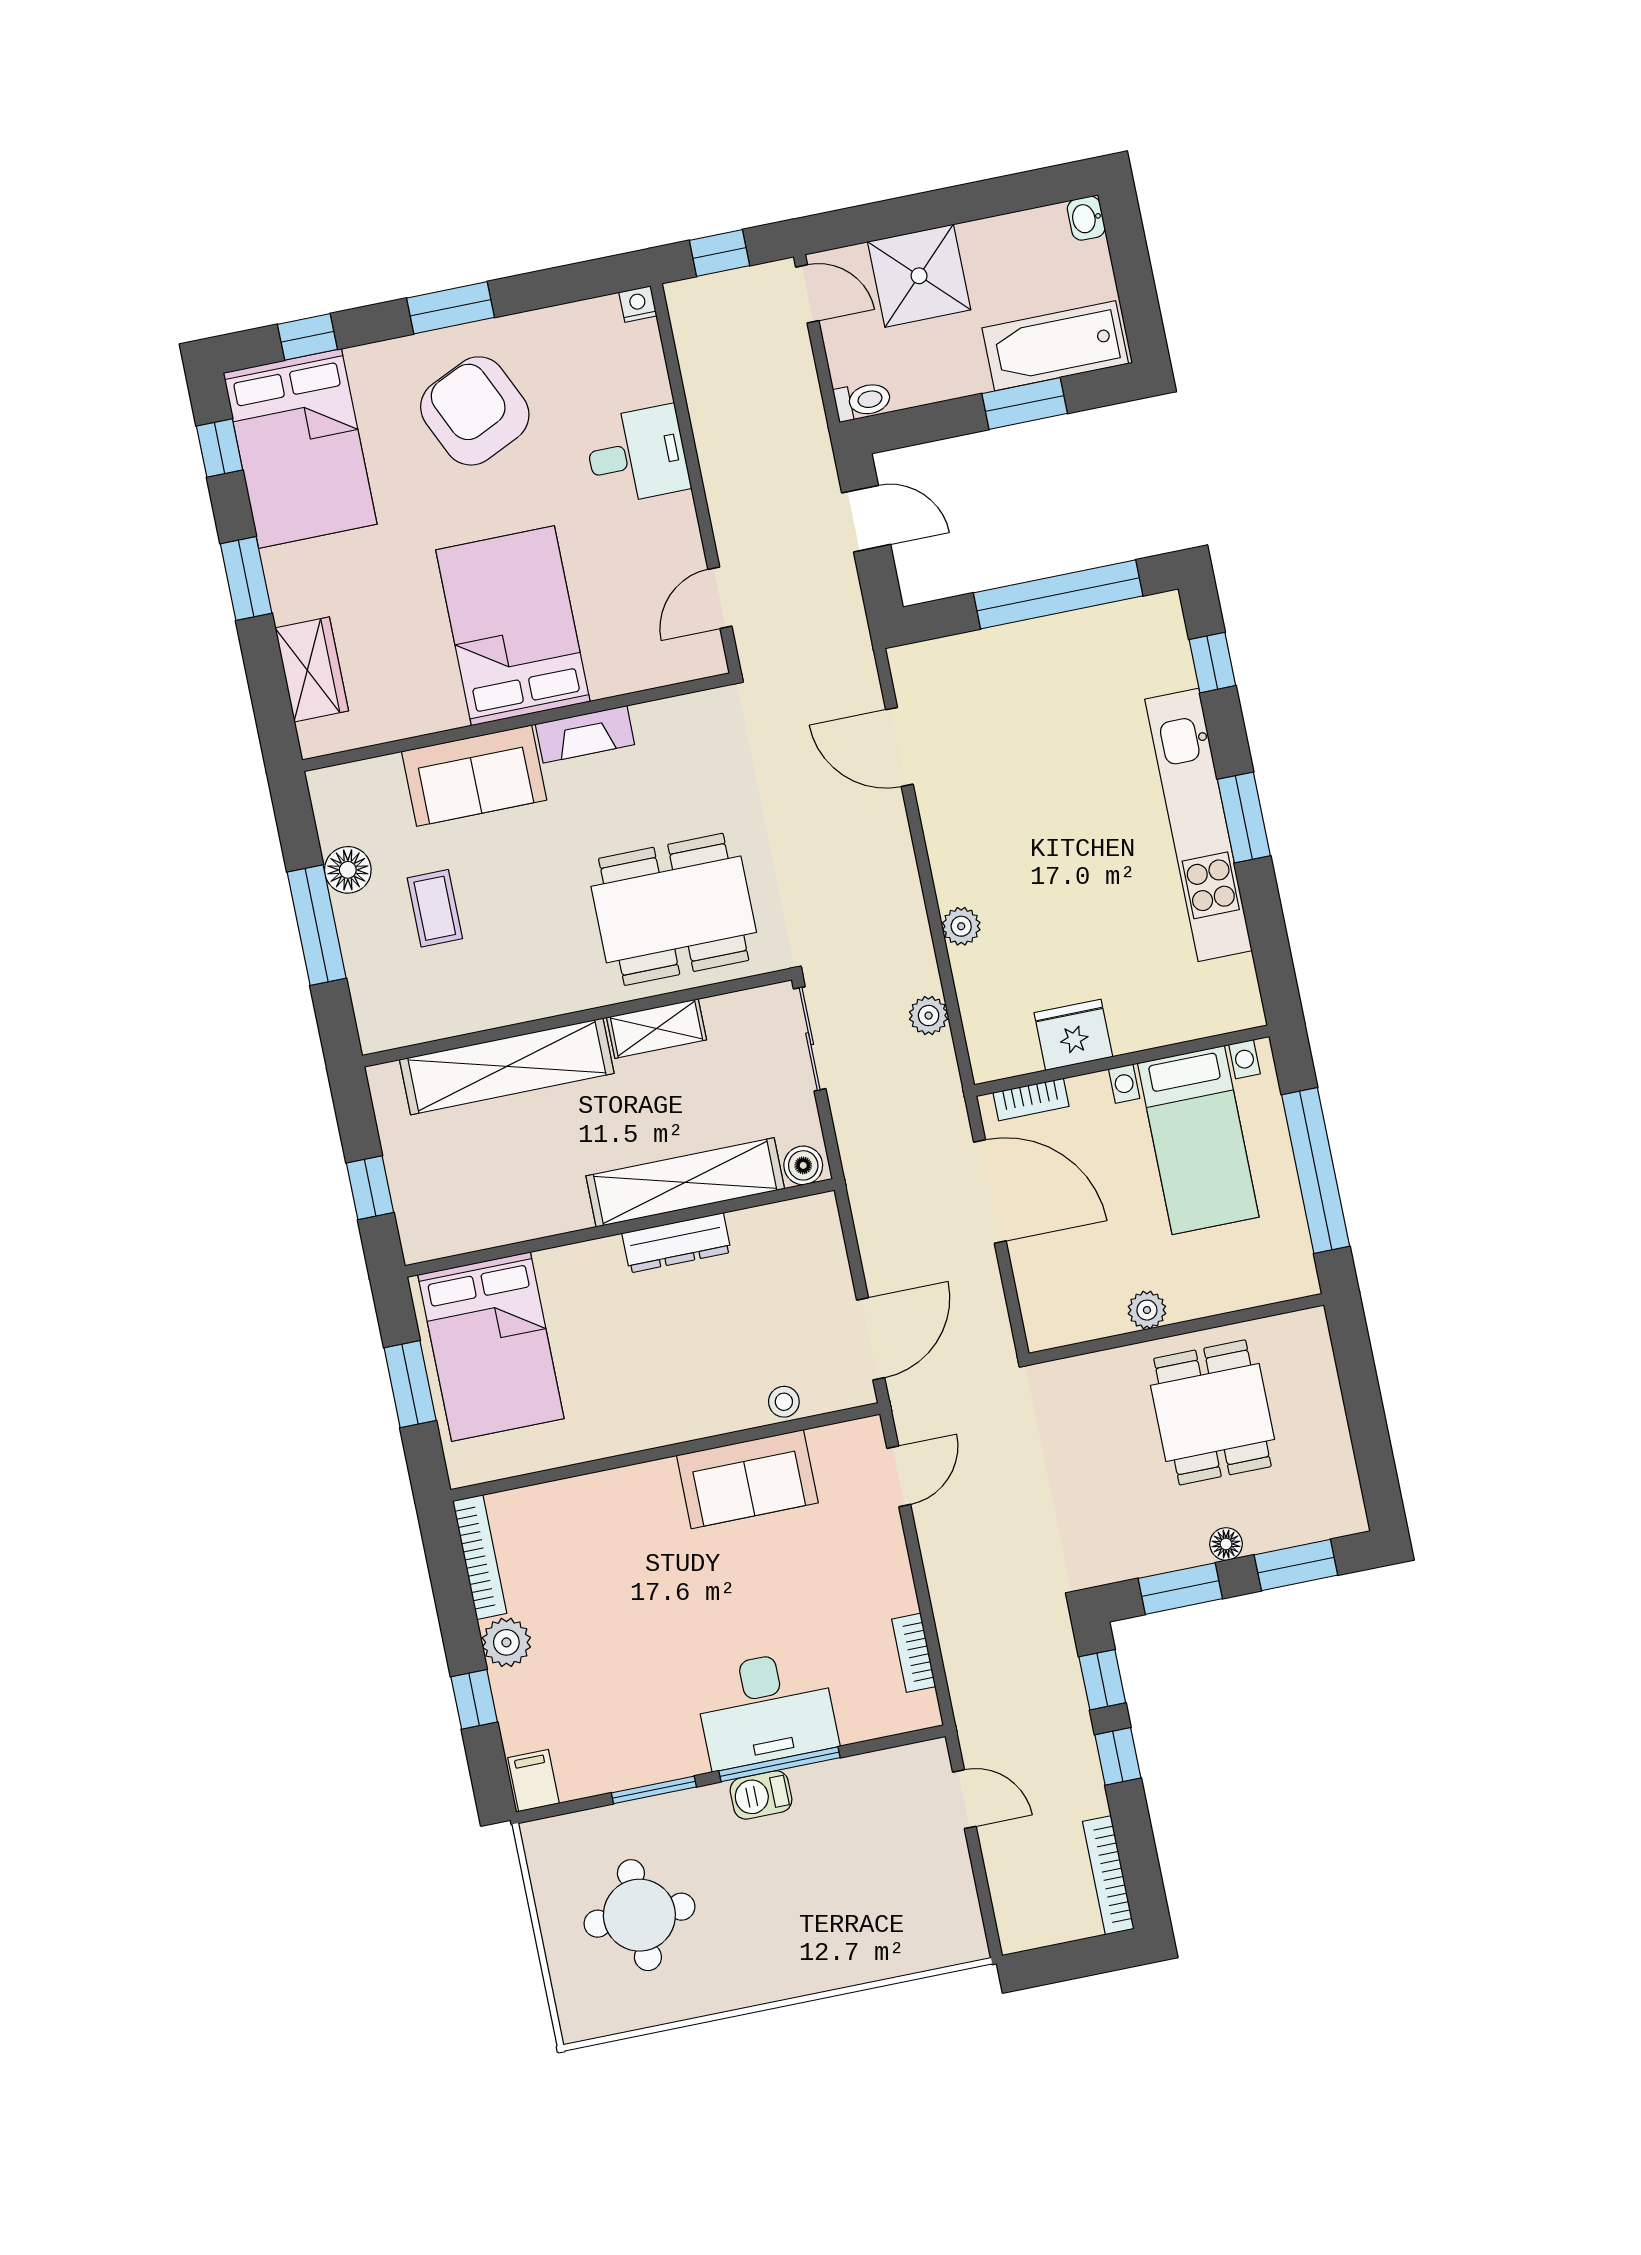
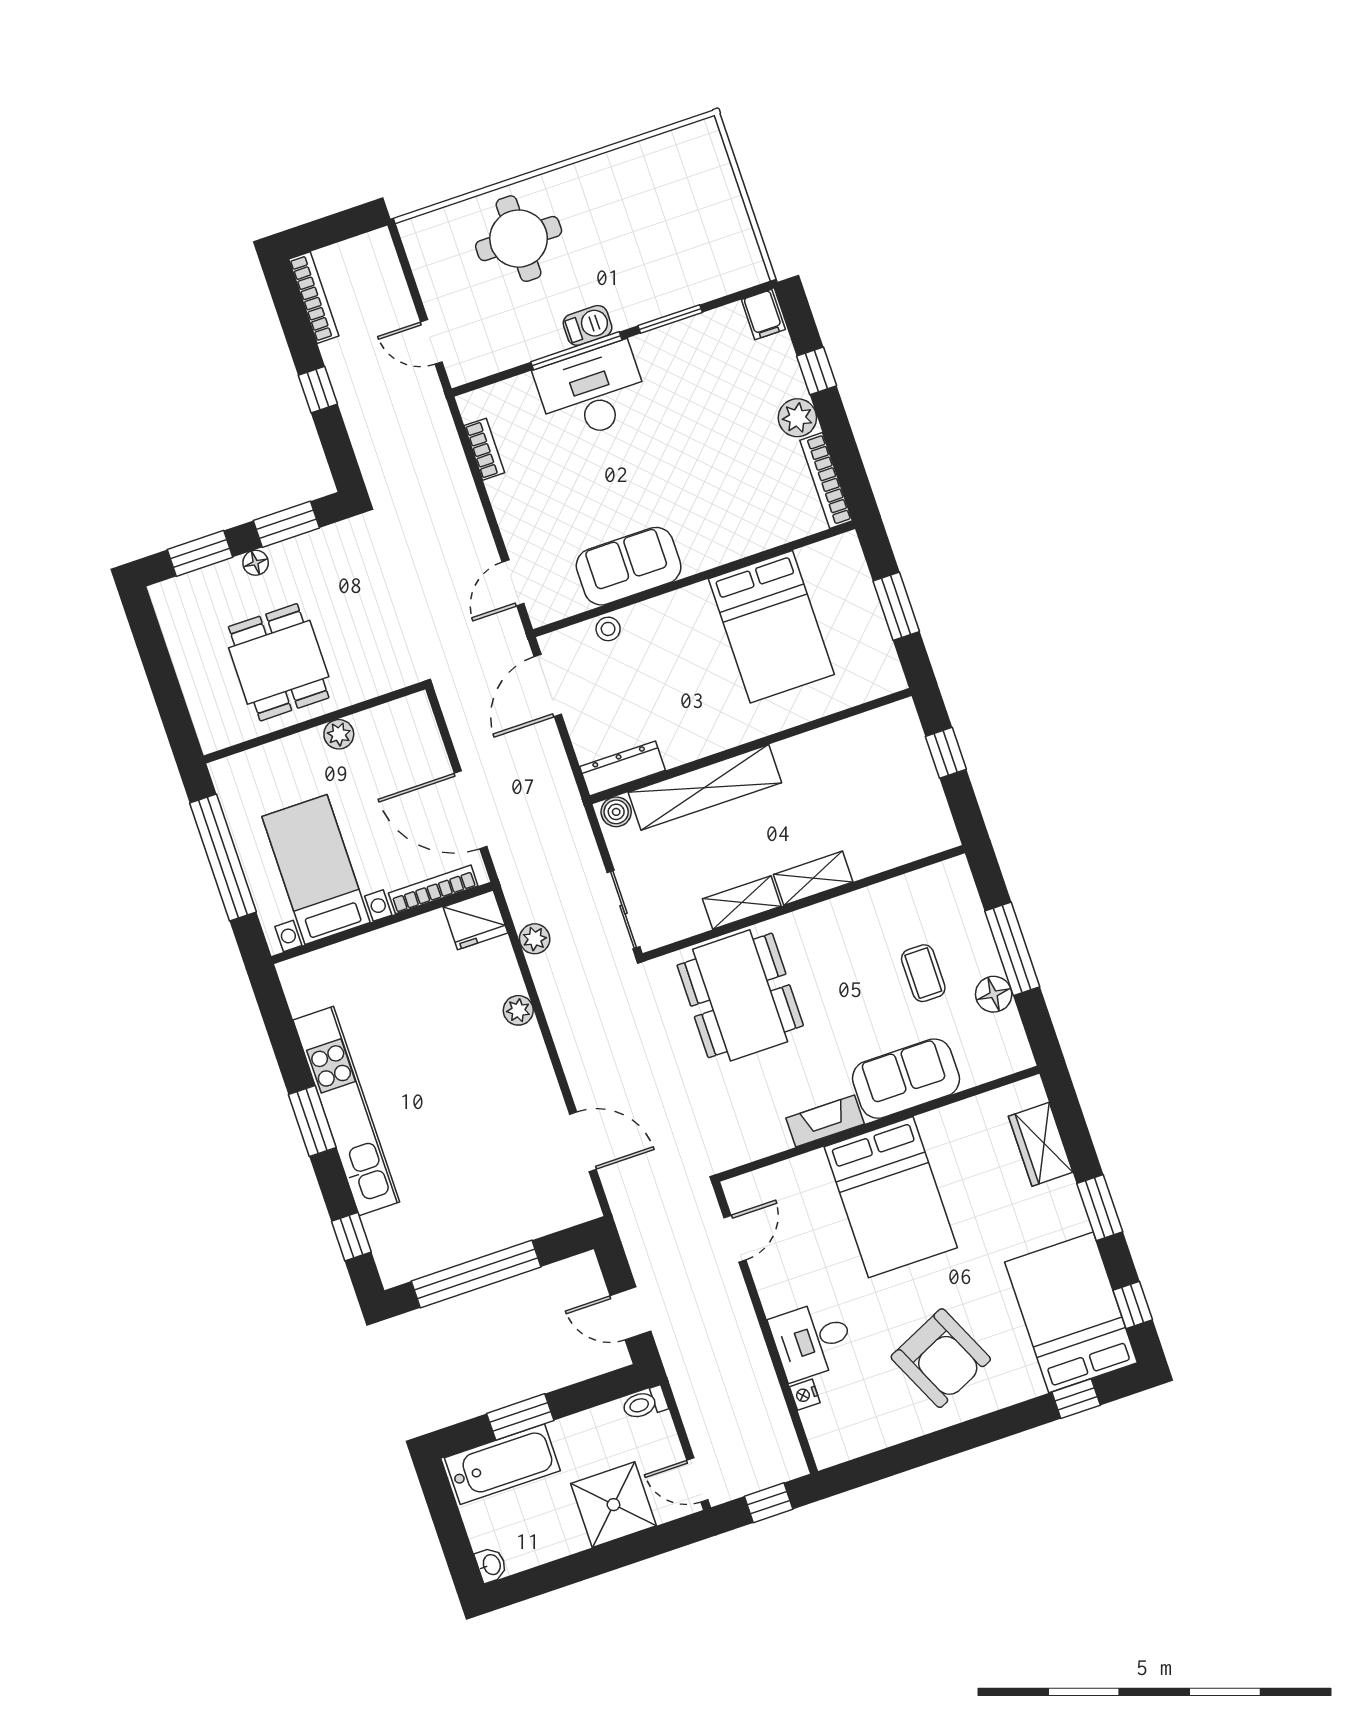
nightstand: (638, 304) -> (805, 1395), moved, turned 90
window: (450, 308) -> (969, 1435), removed
dining table: (674, 909) -> (740, 995), turned 90
fridge: (1073, 1035) -> (475, 920), moved
shelving: (507, 1066) -> (813, 878), width x0.45, depth x0.75
bookcase: (1031, 1099) -> (433, 889), width x1.56
dresser: (677, 1243) -> (623, 768), moved
bed: (491, 1347) -> (771, 627), moved, turned 180
window: (1102, 1680) -> (337, 447), removed
round table: (639, 1915) -> (519, 239), moved

